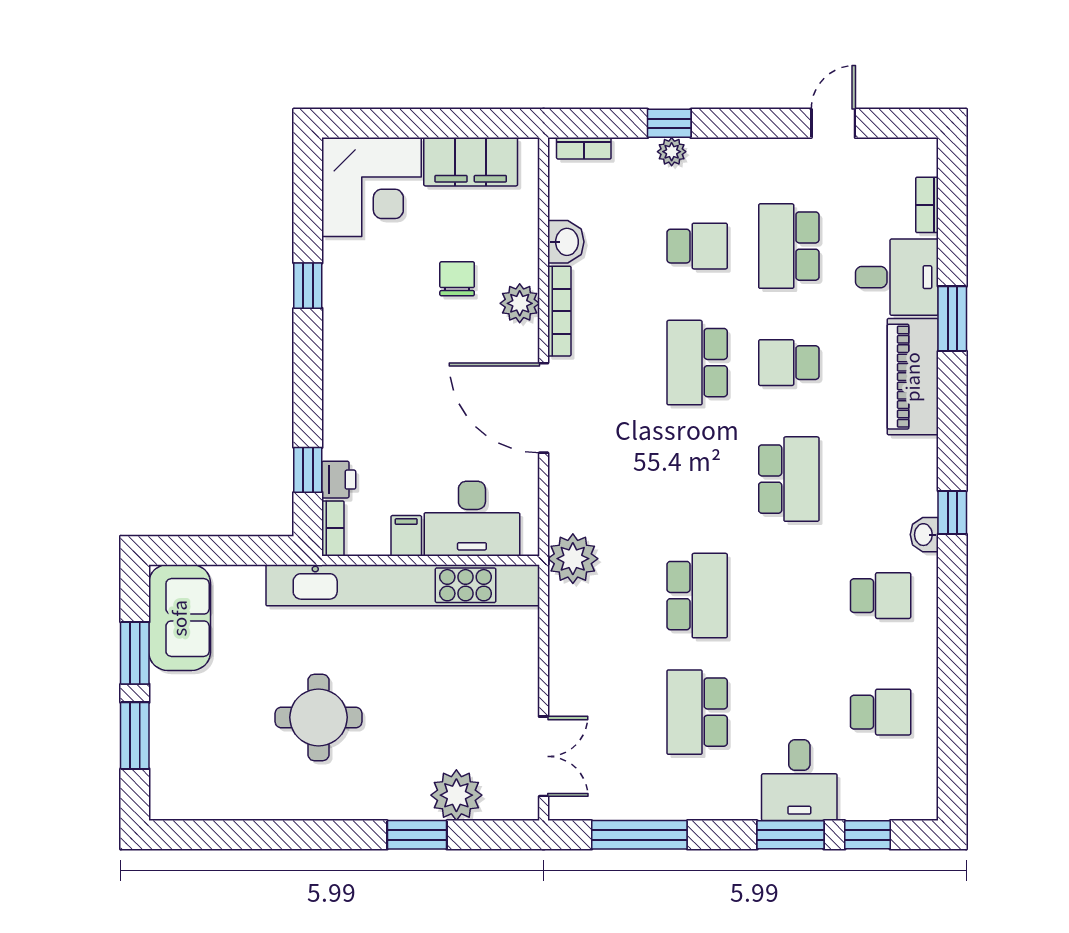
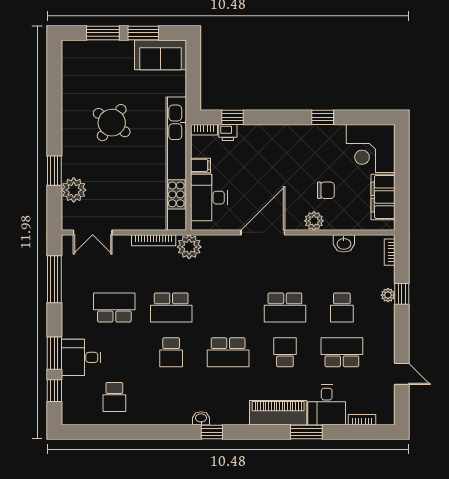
bookcase: (559, 311) -> (154, 240), moved
school desk: (697, 363) -> (285, 307), turned 180
school desk: (881, 596) -> (171, 352), moved
round table: (318, 717) -> (112, 123), turned 35

